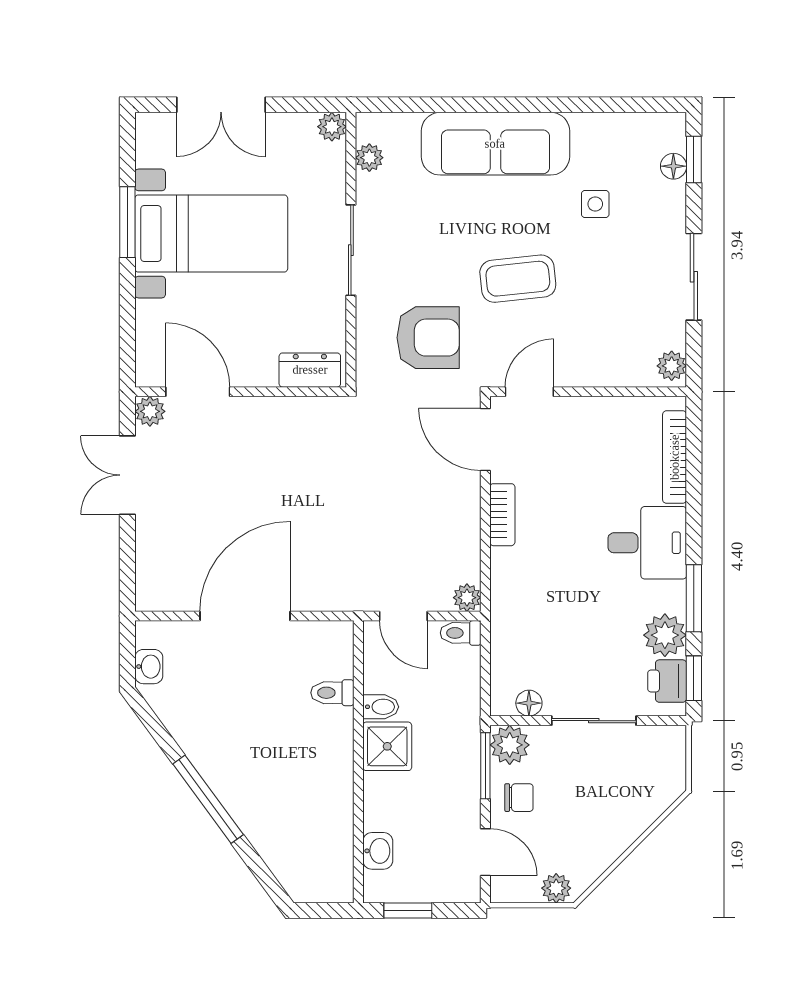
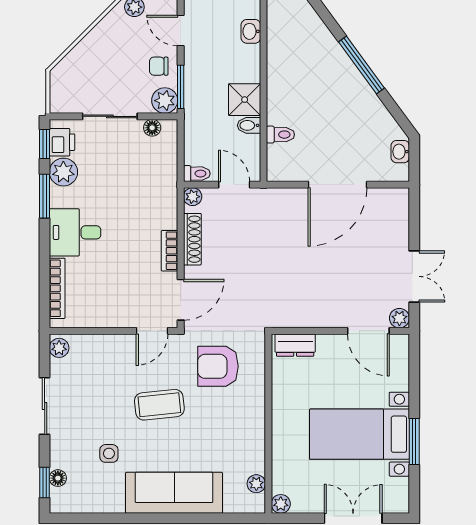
sliding door: (351, 250) -> (268, 423), removed
door: (485, 440) -> (181, 300), hinge flipped
shoe rack: (467, 532) -> (192, 239), added

